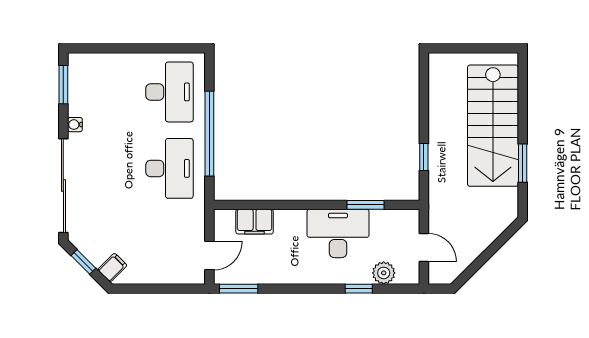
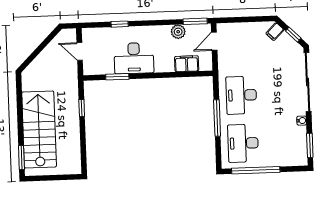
window: (151, 48) -> (256, 170), added
window: (209, 134) -> (217, 118), width x0.68
window: (523, 163) -> (21, 158), moved
plant: (384, 273) -> (178, 32), moved

